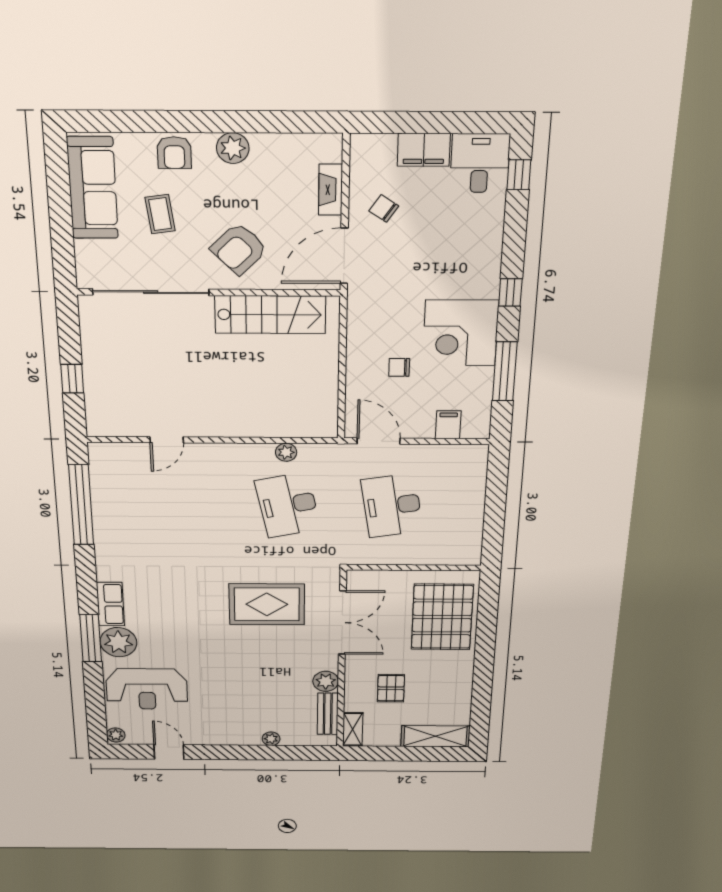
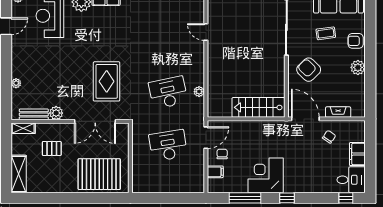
stairs: (270, 315) -> (258, 107), moved, turned 90
chair: (399, 367) -> (222, 154), moved

